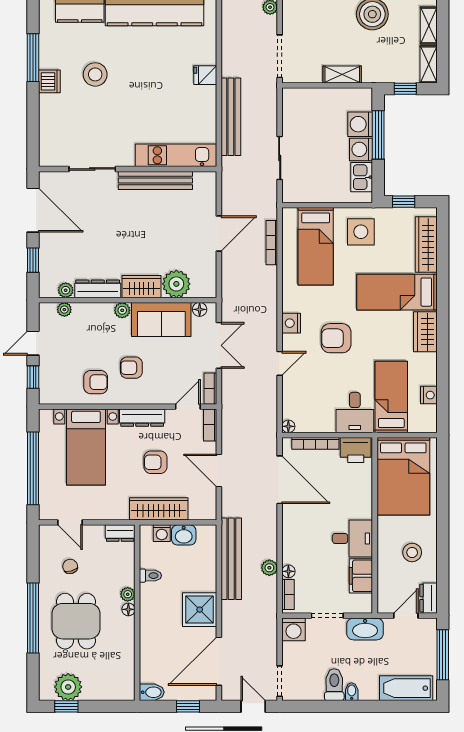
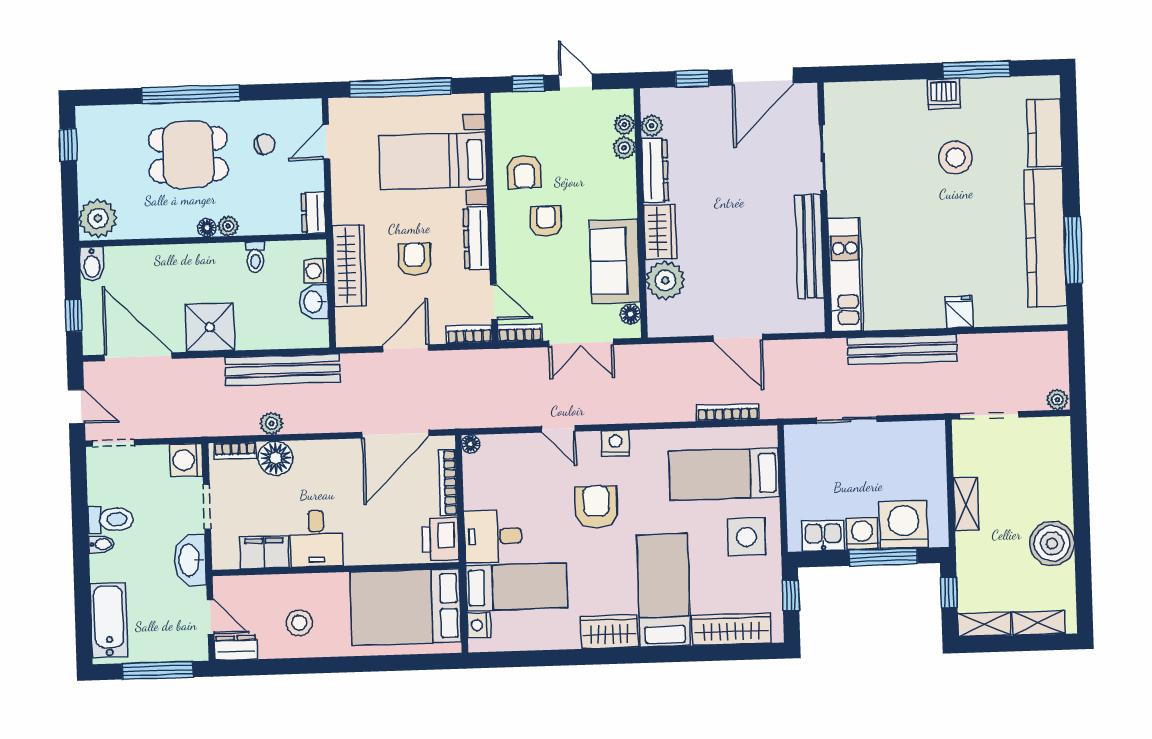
washing machine: (360, 124) -> (904, 524), width x1.37, depth x1.37
plant: (122, 310) -> (624, 148), moved
nightstand: (429, 395) -> (479, 625), moved, turned 90
floor lamp: (288, 571) -> (276, 458), width x1.89, depth x1.89
plant: (68, 687) -> (98, 218), moved
door: (253, 706) -> (76, 407), hinge flipped

